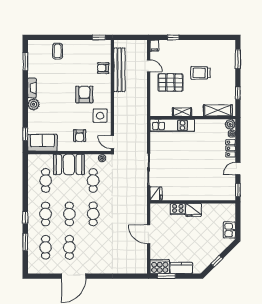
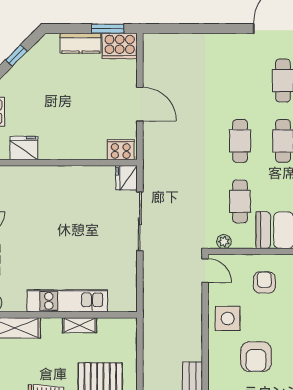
kitchen unit: (172, 125) -> (67, 301), moved
cooker: (178, 209) -> (121, 150), moved
fridge: (194, 210) -> (24, 148), moved

